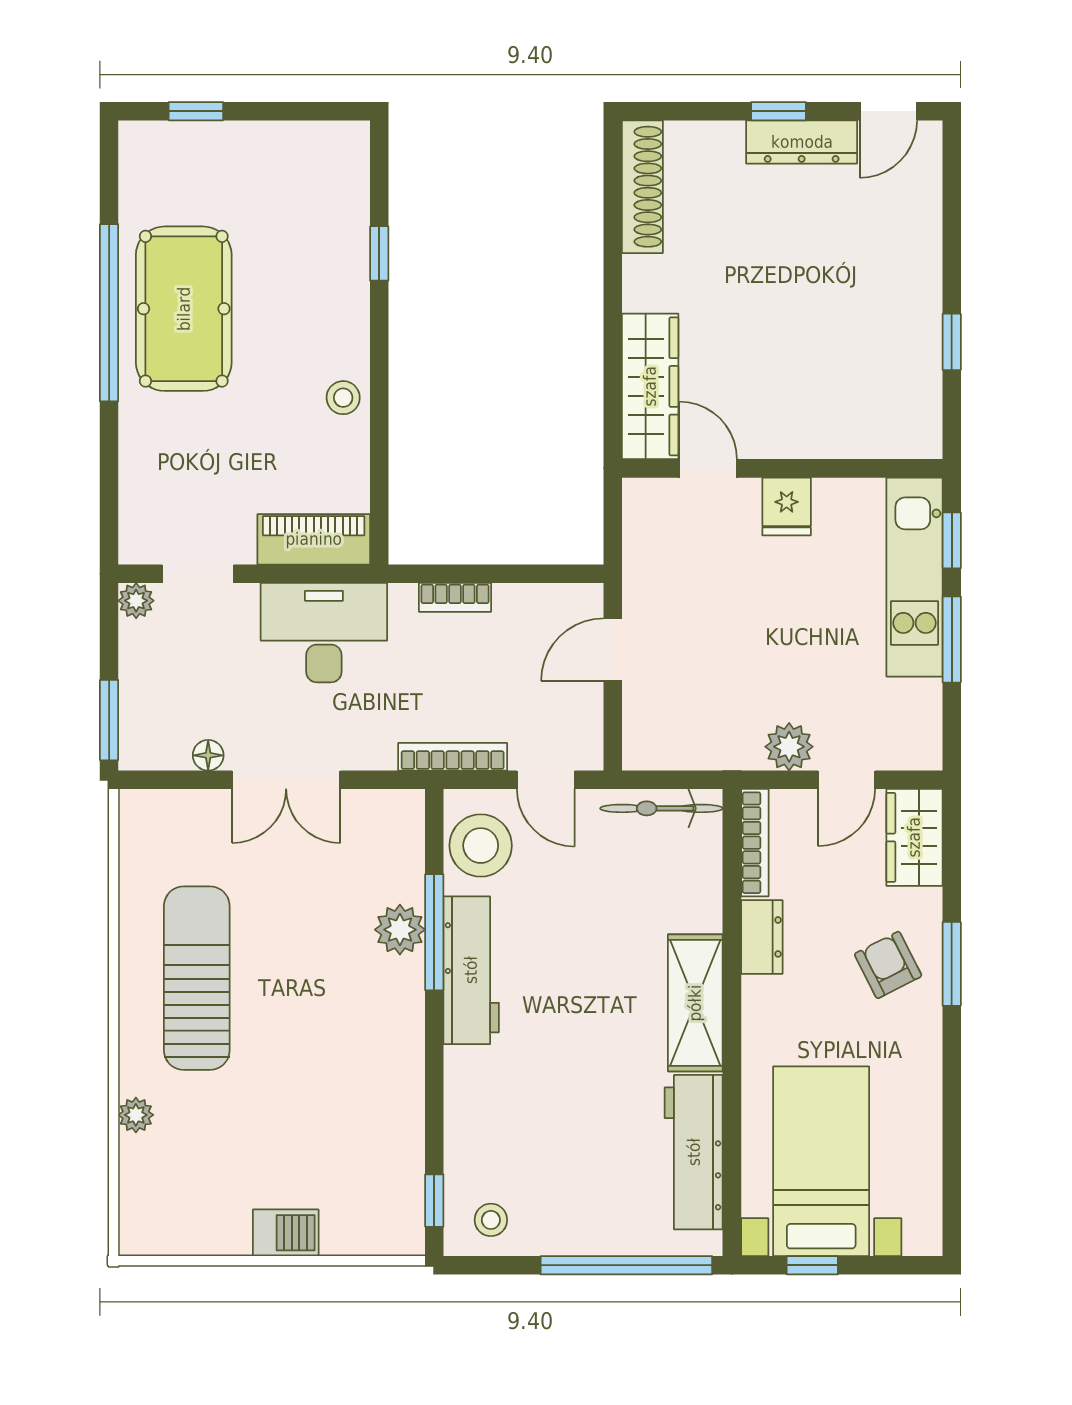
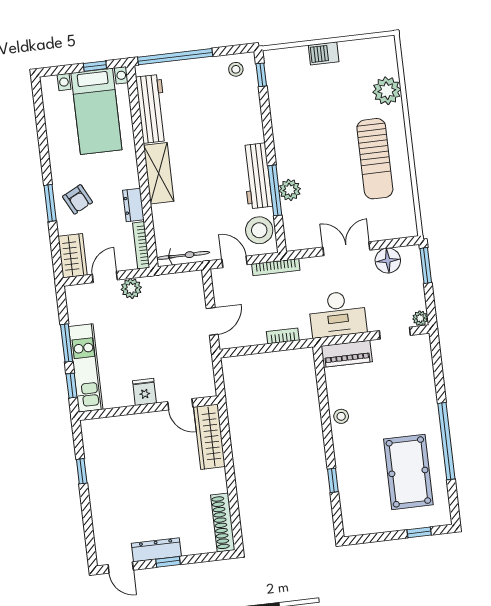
door: (888, 111) -> (121, 567), swing flipped
pool table: (184, 309) -> (408, 472), moved
floor lamp: (208, 755) -> (388, 261), width x1.89, depth x1.89
plant: (136, 1115) -> (387, 91), width x1.88, depth x1.88

